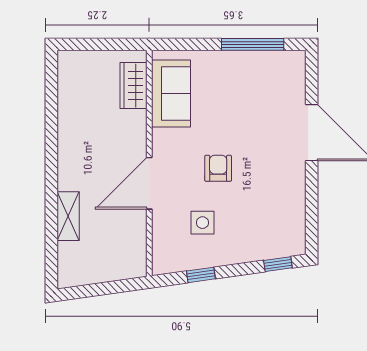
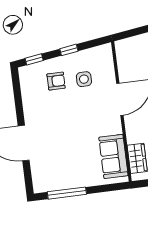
armchair: (218, 168) -> (56, 81), moved, turned -90
window: (201, 275) -> (69, 50), moved

